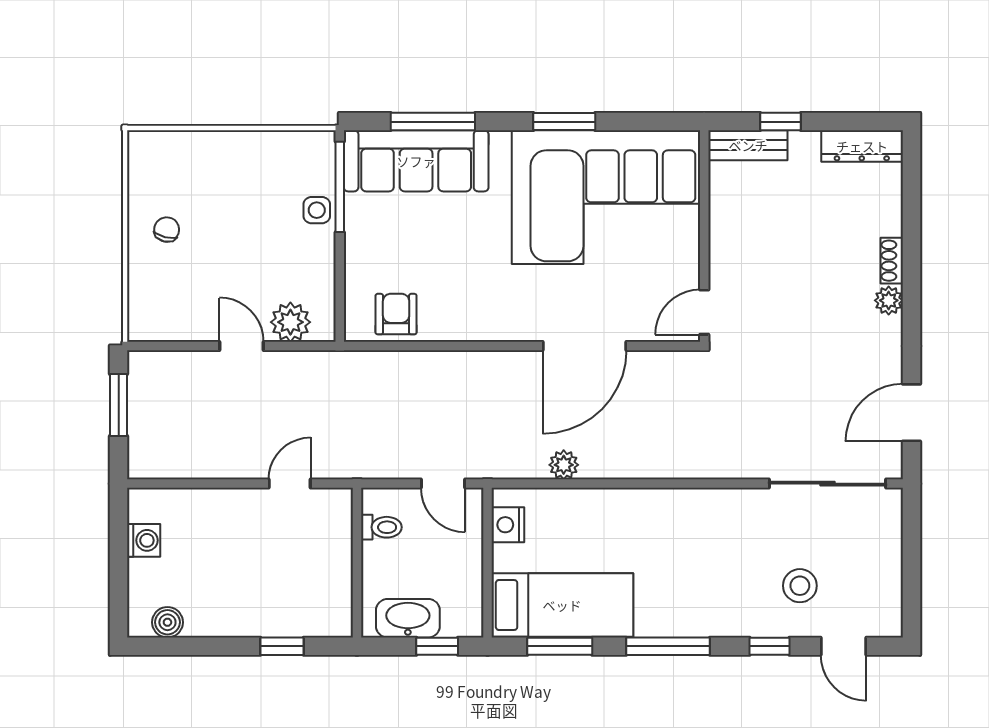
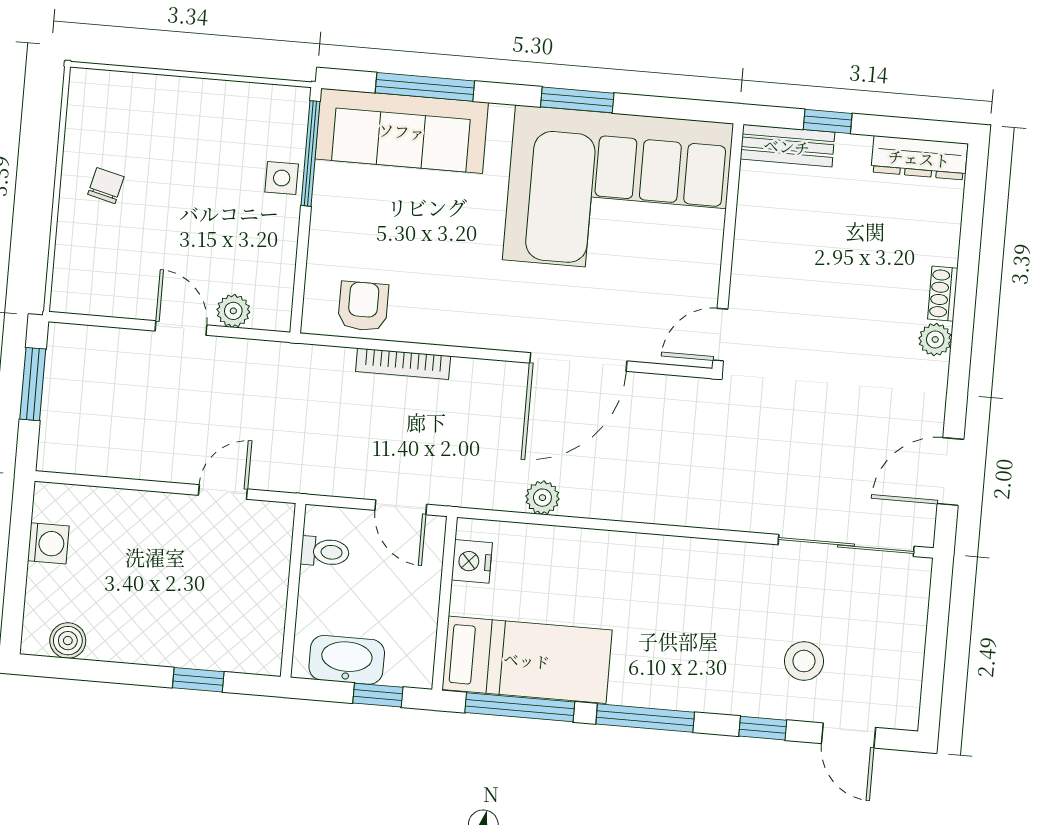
plant: (290, 322) -> (233, 311), width x0.73, depth x0.73
bookcase: (434, 360) -> (403, 364), added
window: (560, 646) -> (520, 707), width x1.44

